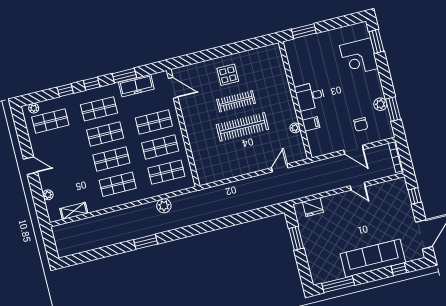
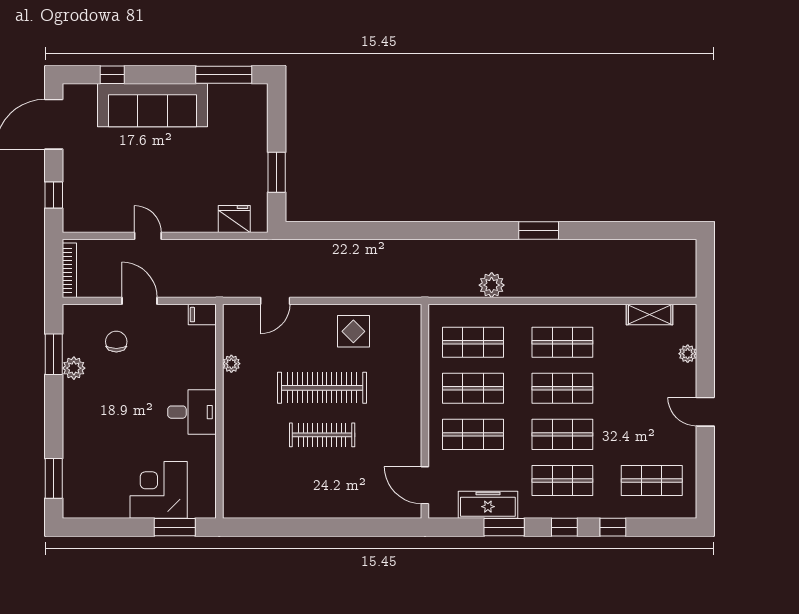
corner desk: (359, 57) -> (159, 490), moved, turned -90
display table: (228, 75) -> (353, 331), moved
plant: (34, 108) -> (675, 510), removed
filing cabinet: (311, 124) -> (202, 315), moved

